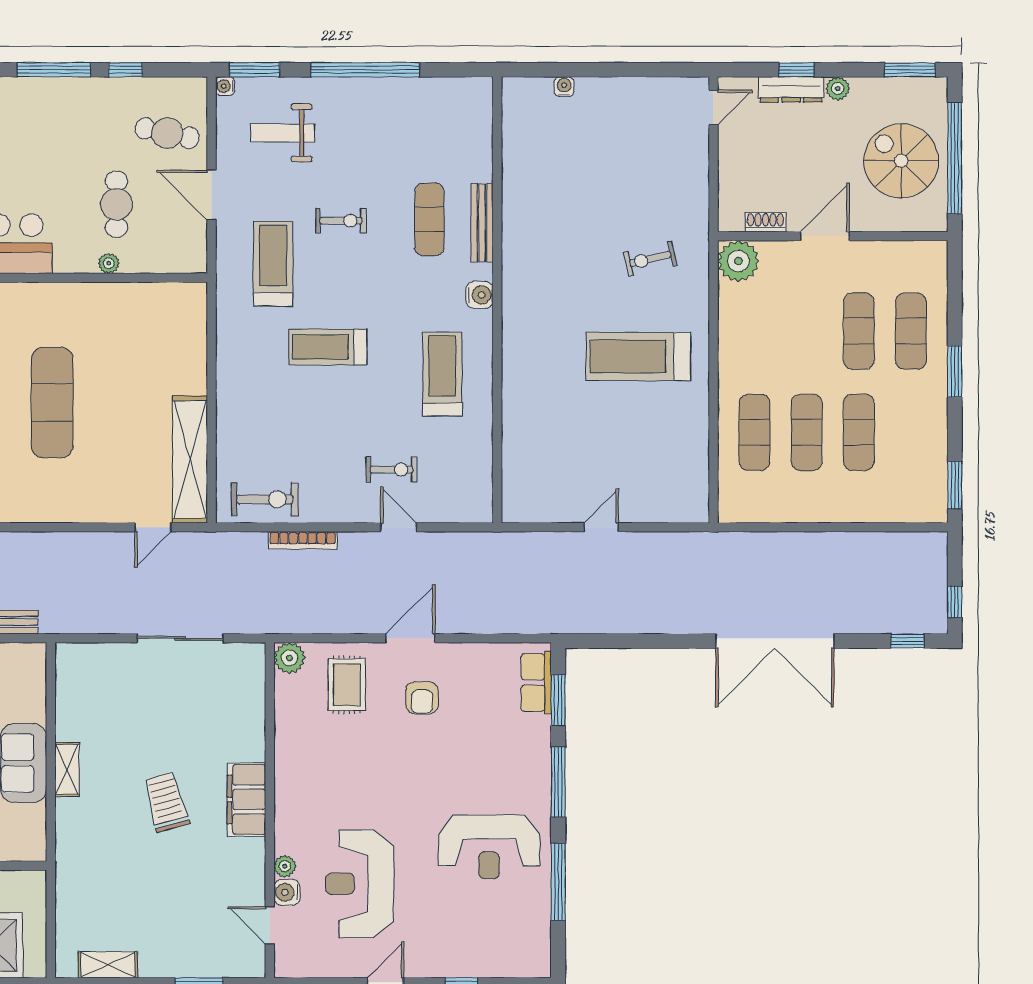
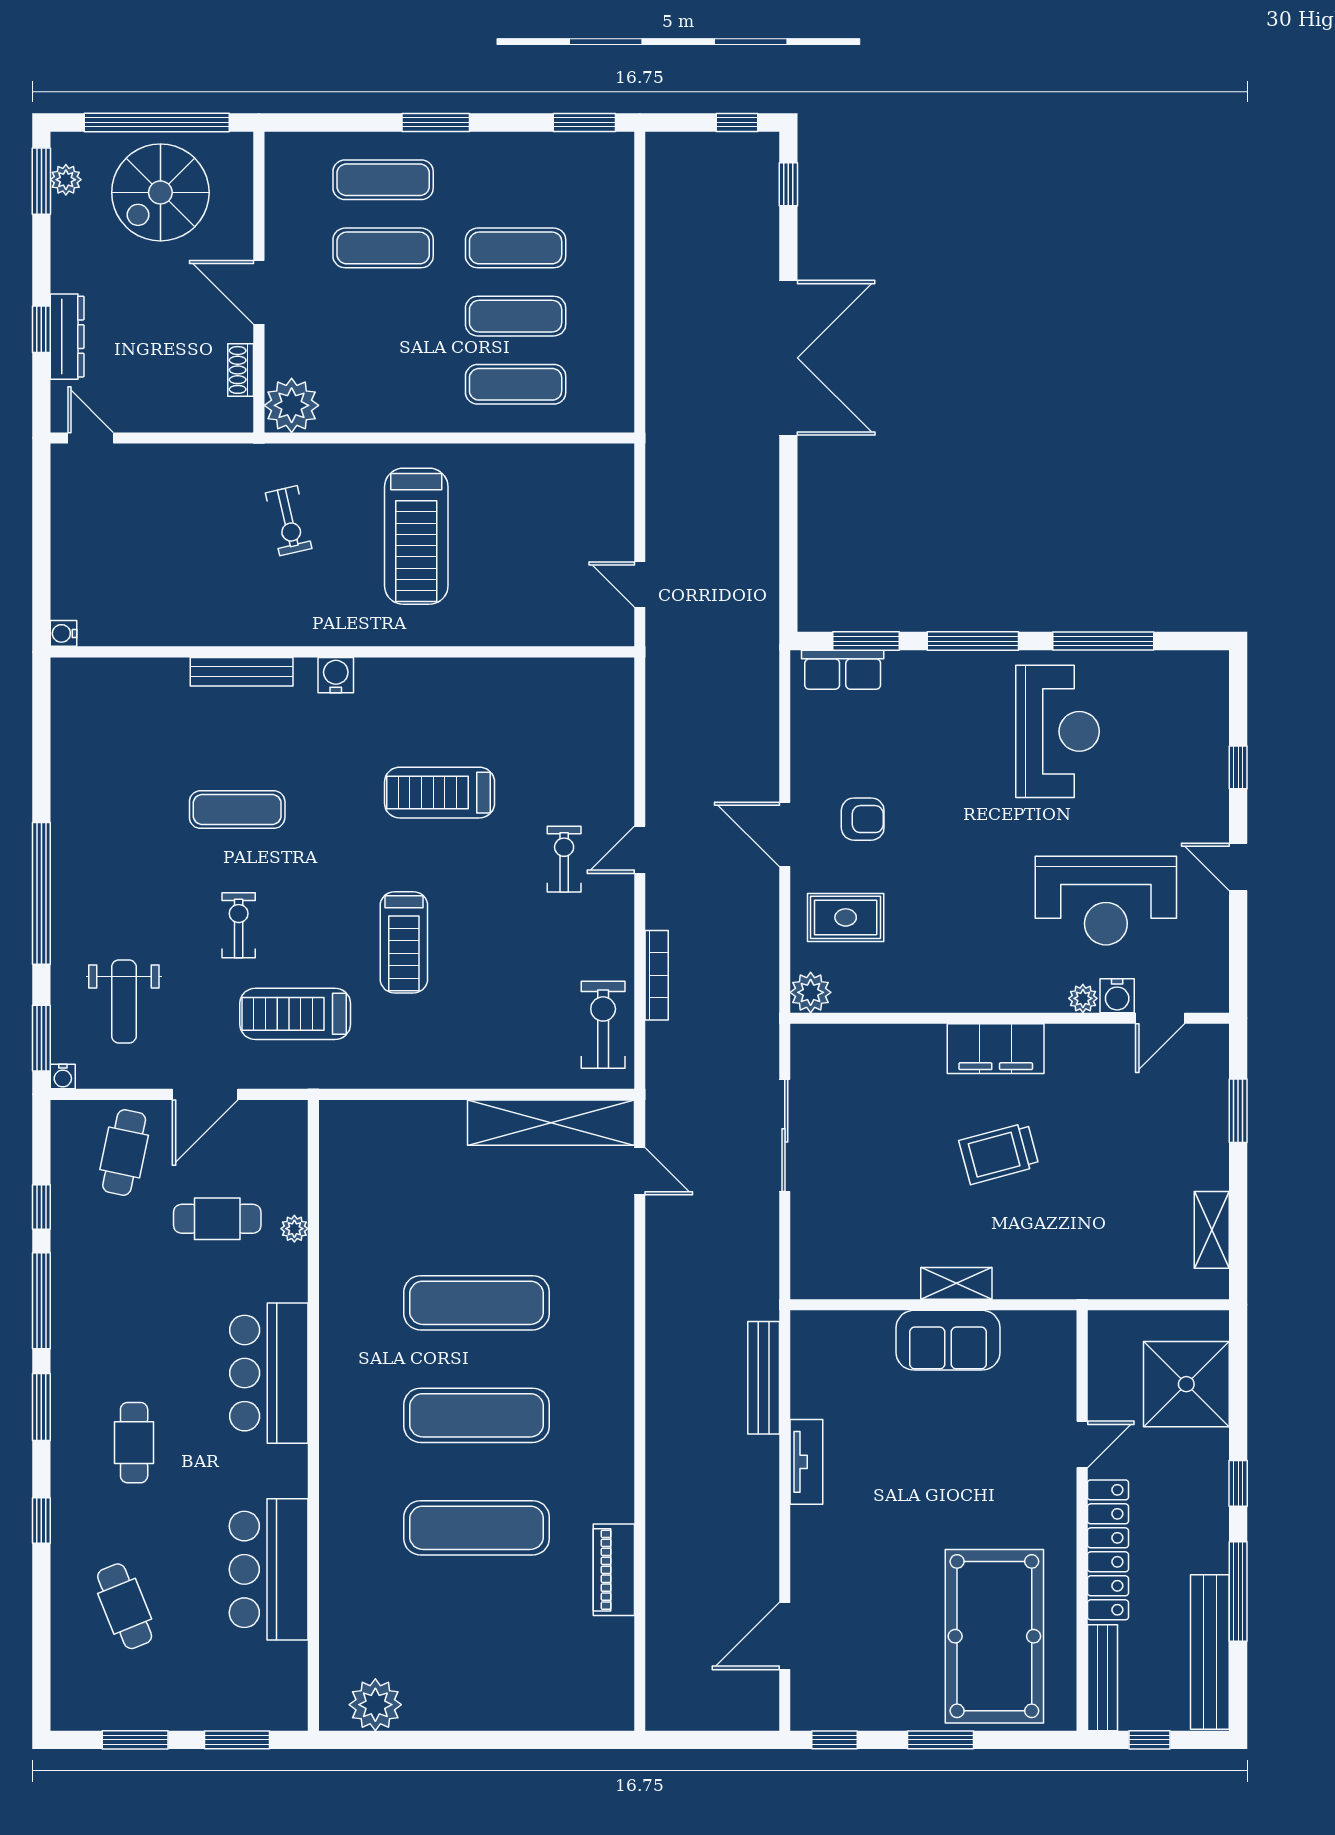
plant: (838, 88) -> (66, 180), moved
bench: (482, 223) -> (242, 672), moved
water cooler: (479, 295) -> (336, 675), moved
wall: (497, 300) -> (342, 652), moved

